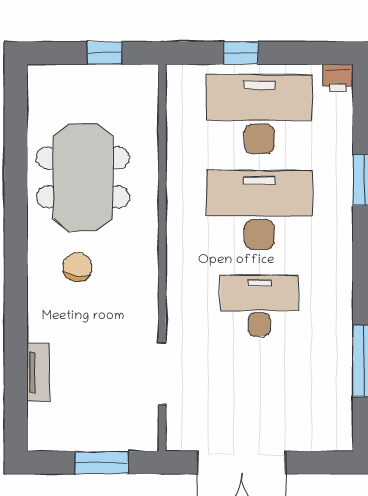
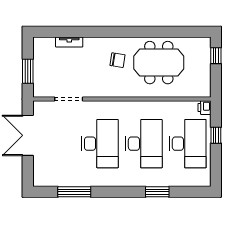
window: (104, 53) -> (216, 56), moved
printer: (338, 78) -> (204, 108), moved
desk: (259, 306) -> (100, 144), width x1.36, depth x1.30

